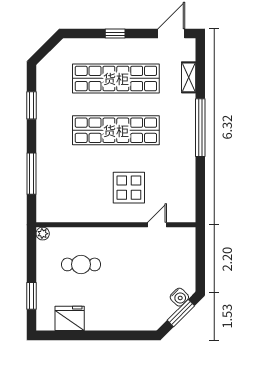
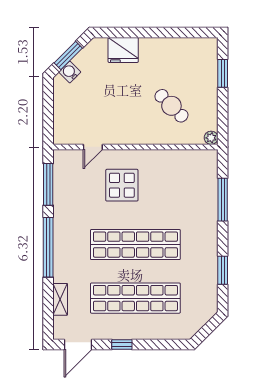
window: (115, 34) -> (122, 345), moved
window: (200, 188) -> (48, 184), added
cafe table: (81, 264) -> (171, 106), turned 45
fridge: (70, 318) -> (123, 50), moved

